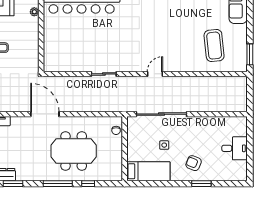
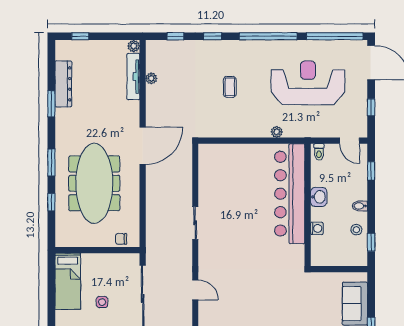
meeting table: (74, 151) -> (94, 183), width x1.36
window: (58, 184) -> (51, 162), width x0.69

